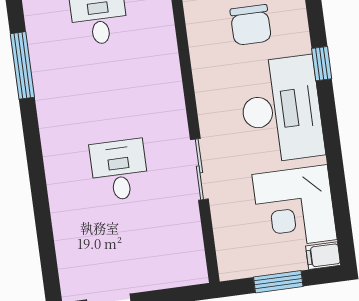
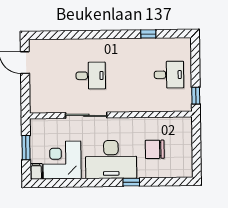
window: (22, 65) -> (148, 34), width x0.46
sliding door: (199, 169) -> (86, 115), width x1.37

